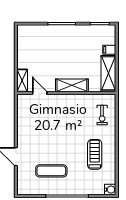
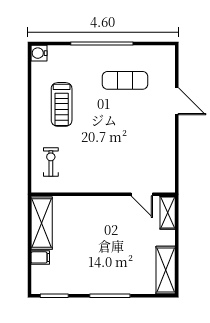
shelving: (72, 85) -> (166, 270), moved, turned 90

